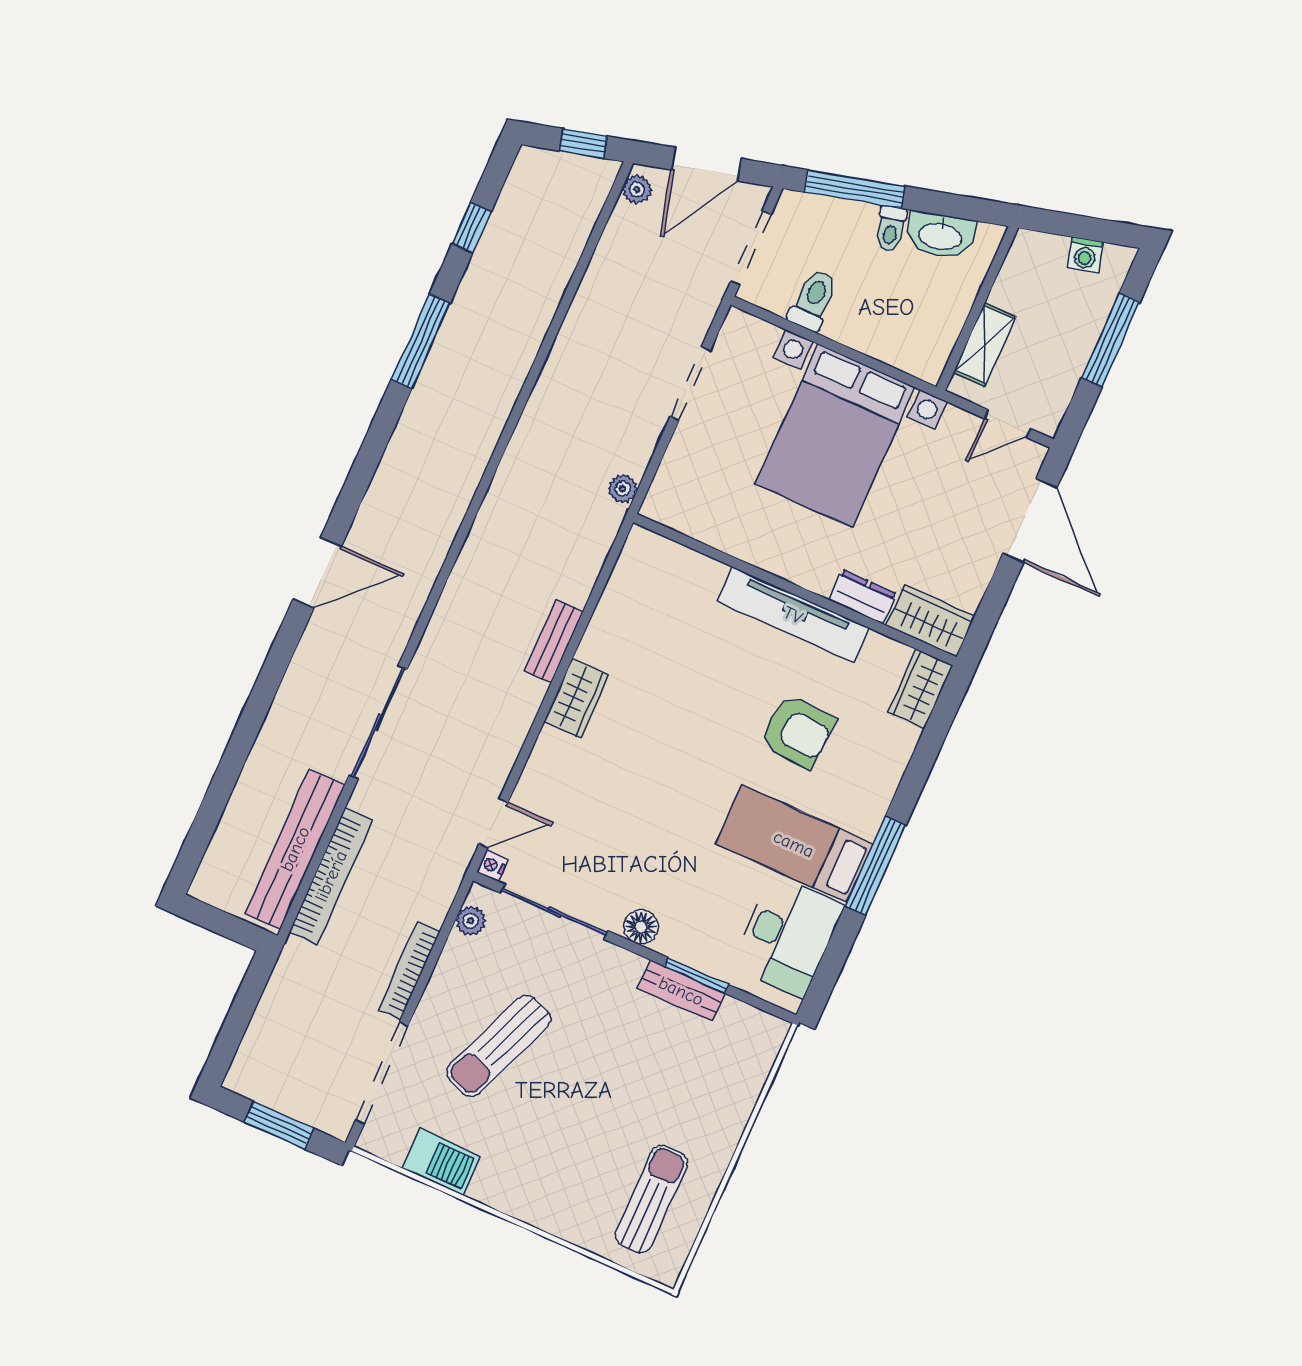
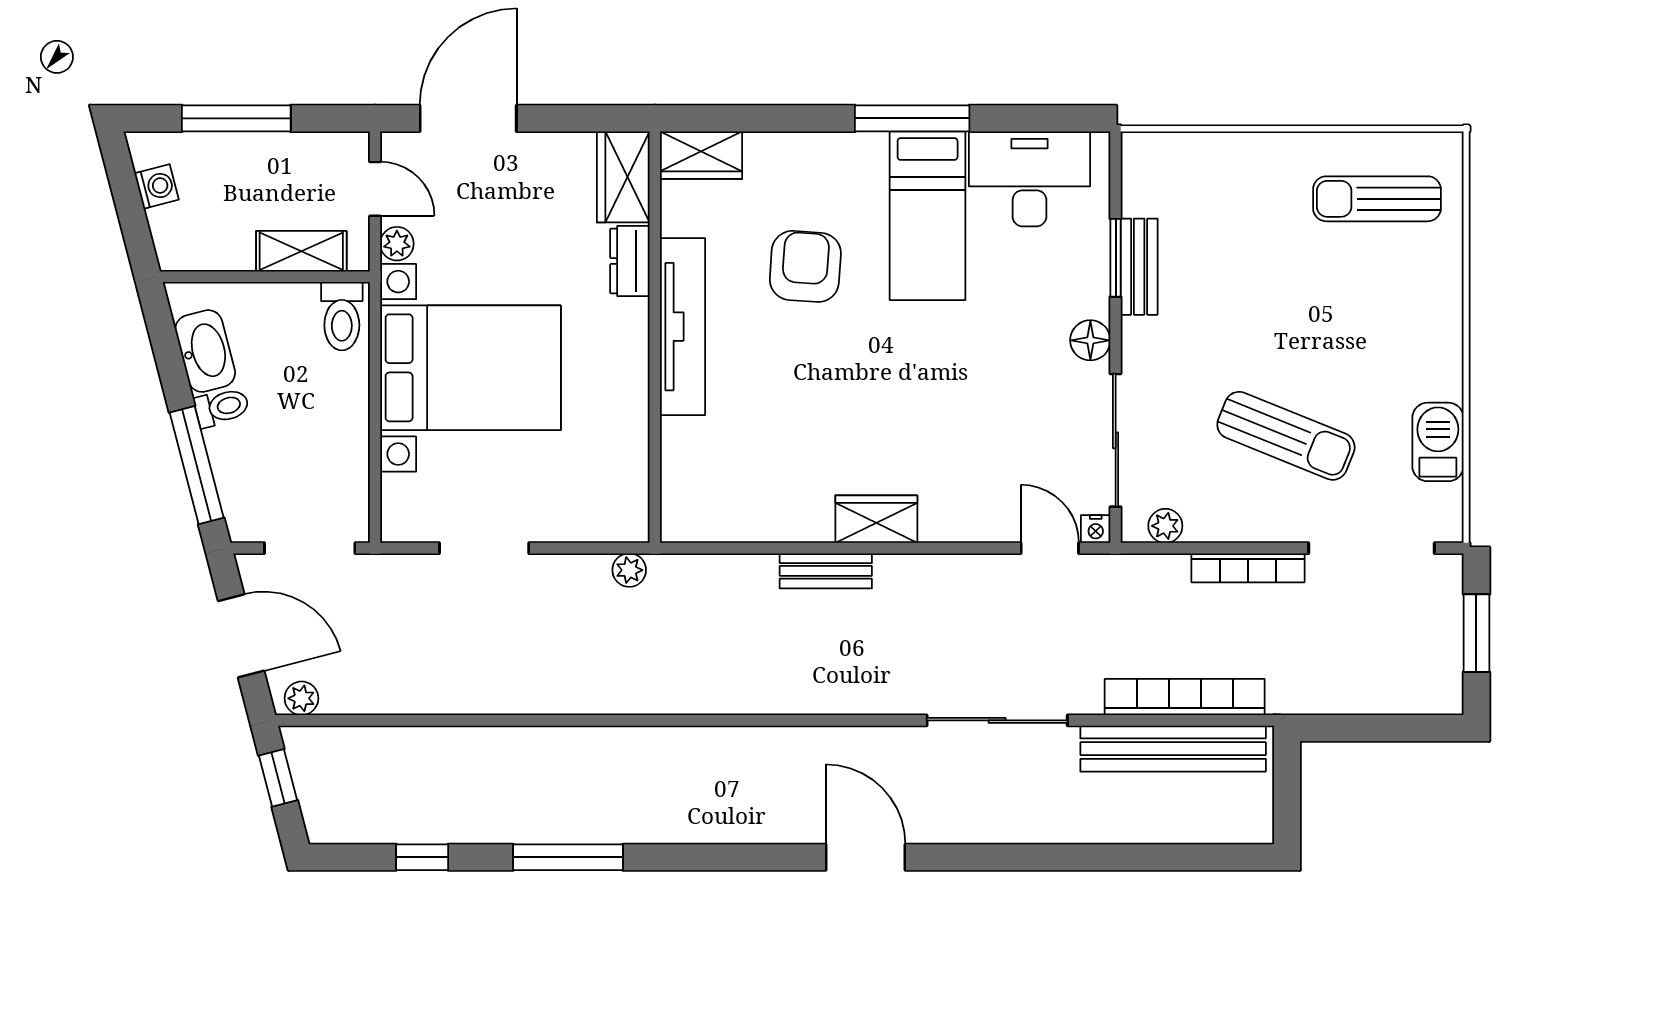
toilet: (813, 300) -> (342, 316), moved, turned -90
plant: (957, 422) -> (397, 244), added

